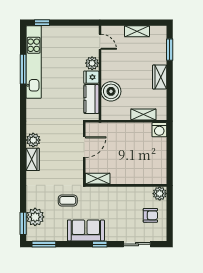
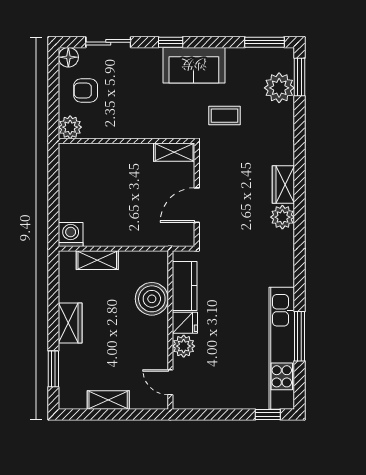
floor lamp: (161, 235) -> (68, 57), added

